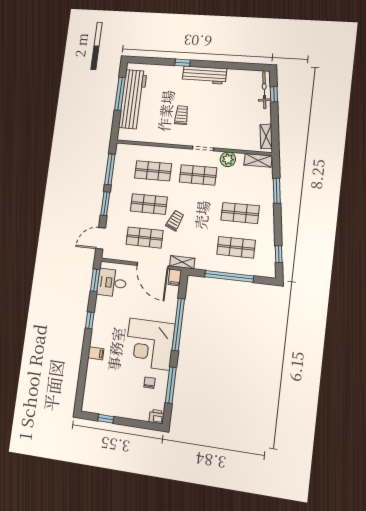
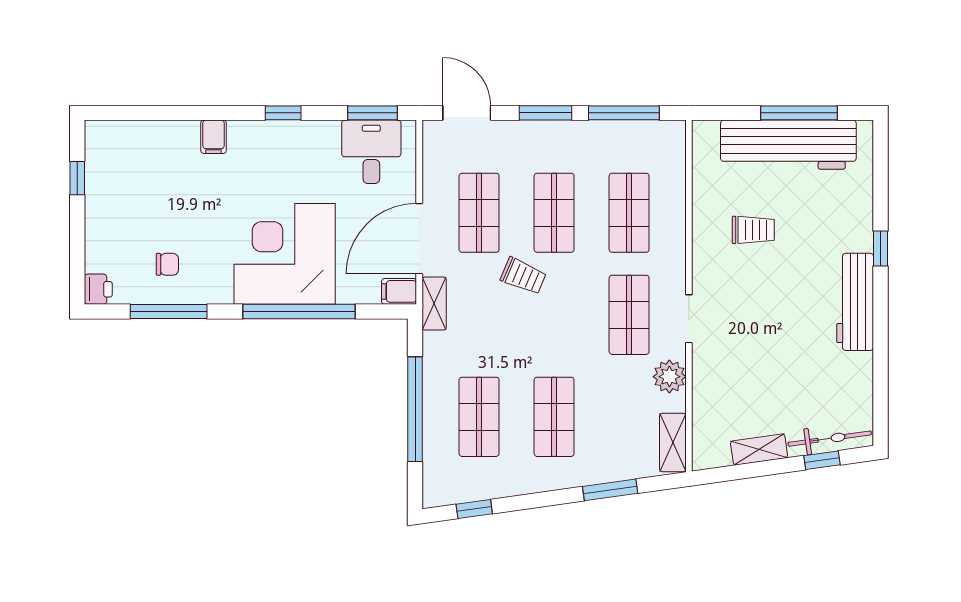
trolley: (182, 115) -> (753, 230), moved
shelving: (266, 136) -> (759, 449), moved
corner desk: (150, 344) -> (285, 254), moved

